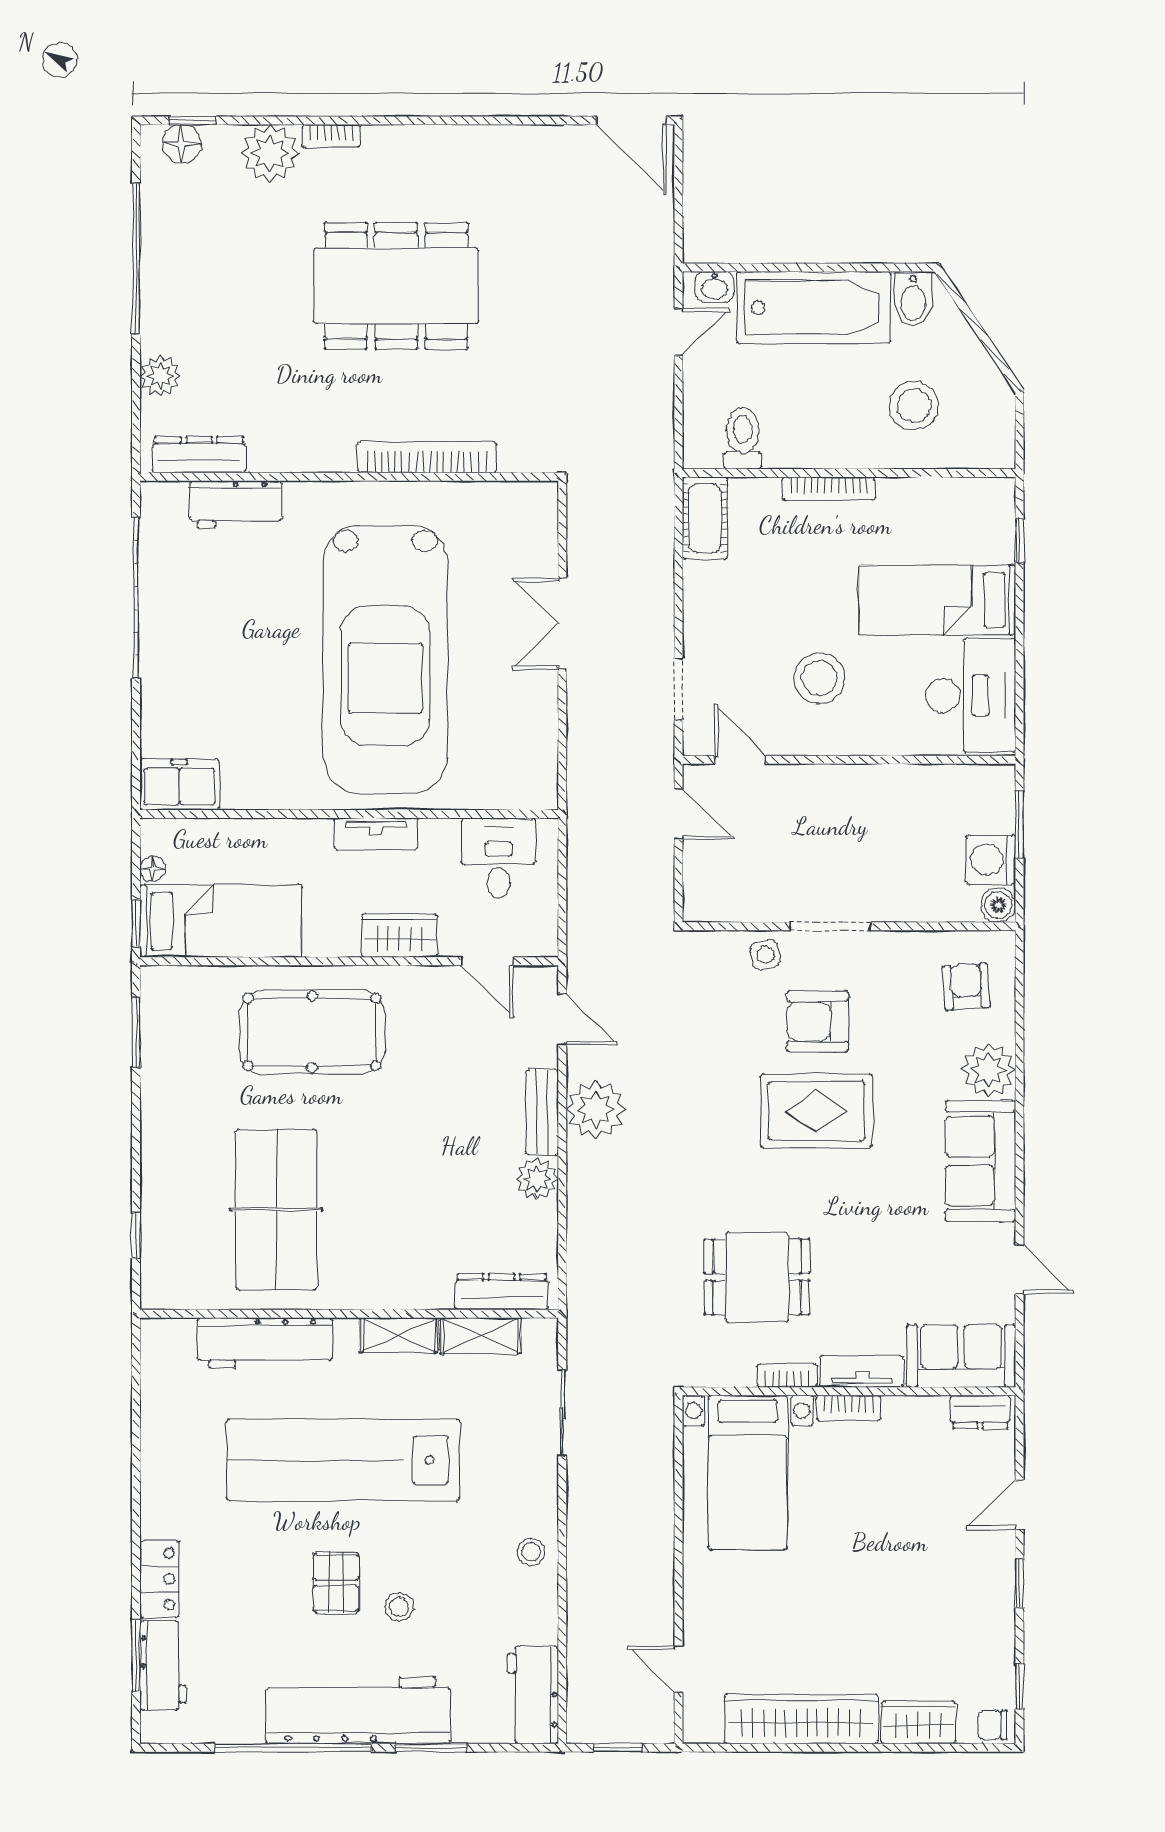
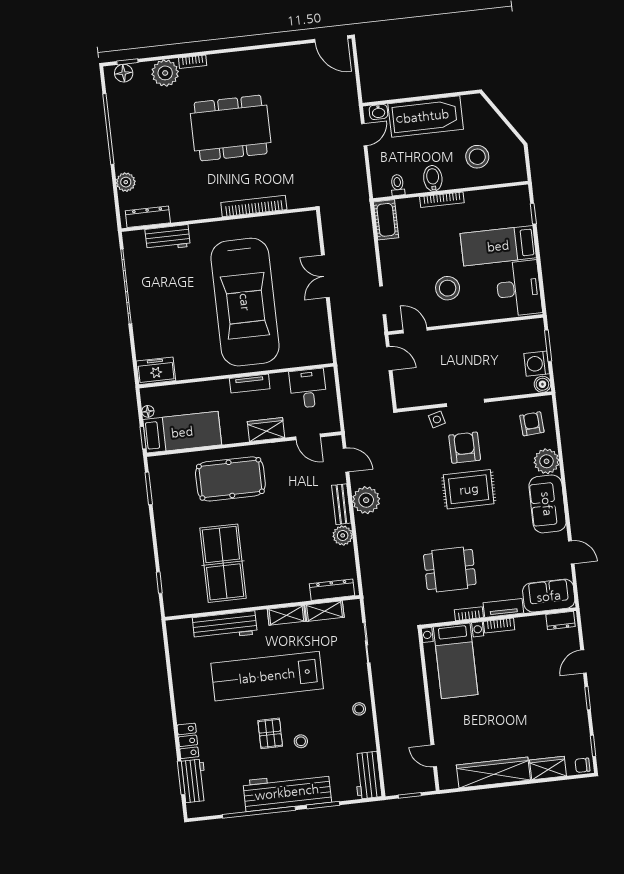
bidet: (913, 299) -> (433, 178), moved, turned 180
toilet: (743, 438) -> (398, 185), width x0.73, depth x0.72
armchair: (817, 1021) -> (465, 448), turned 90

